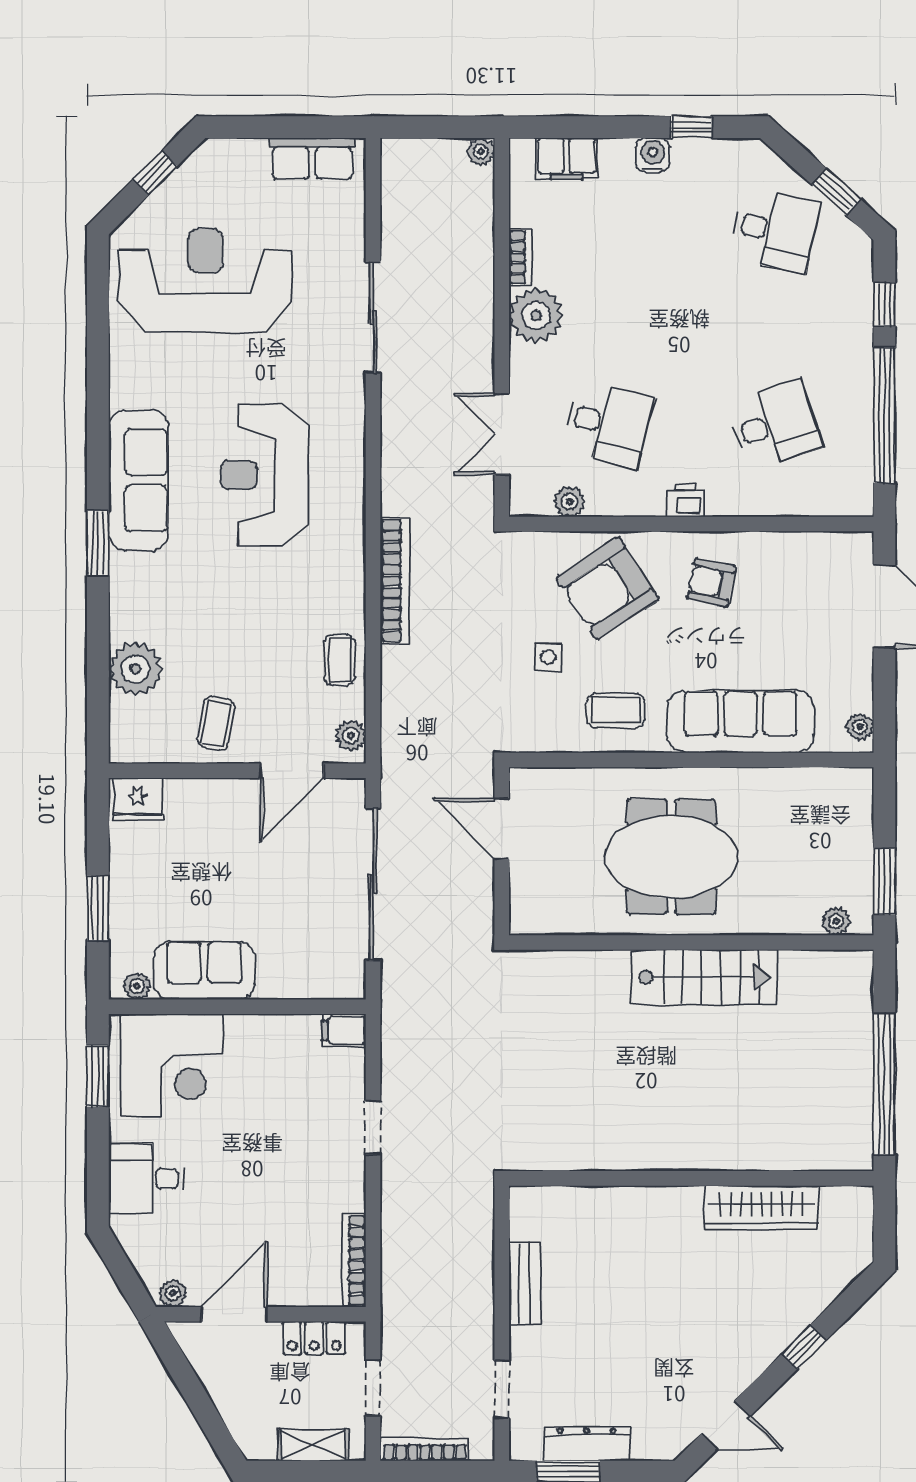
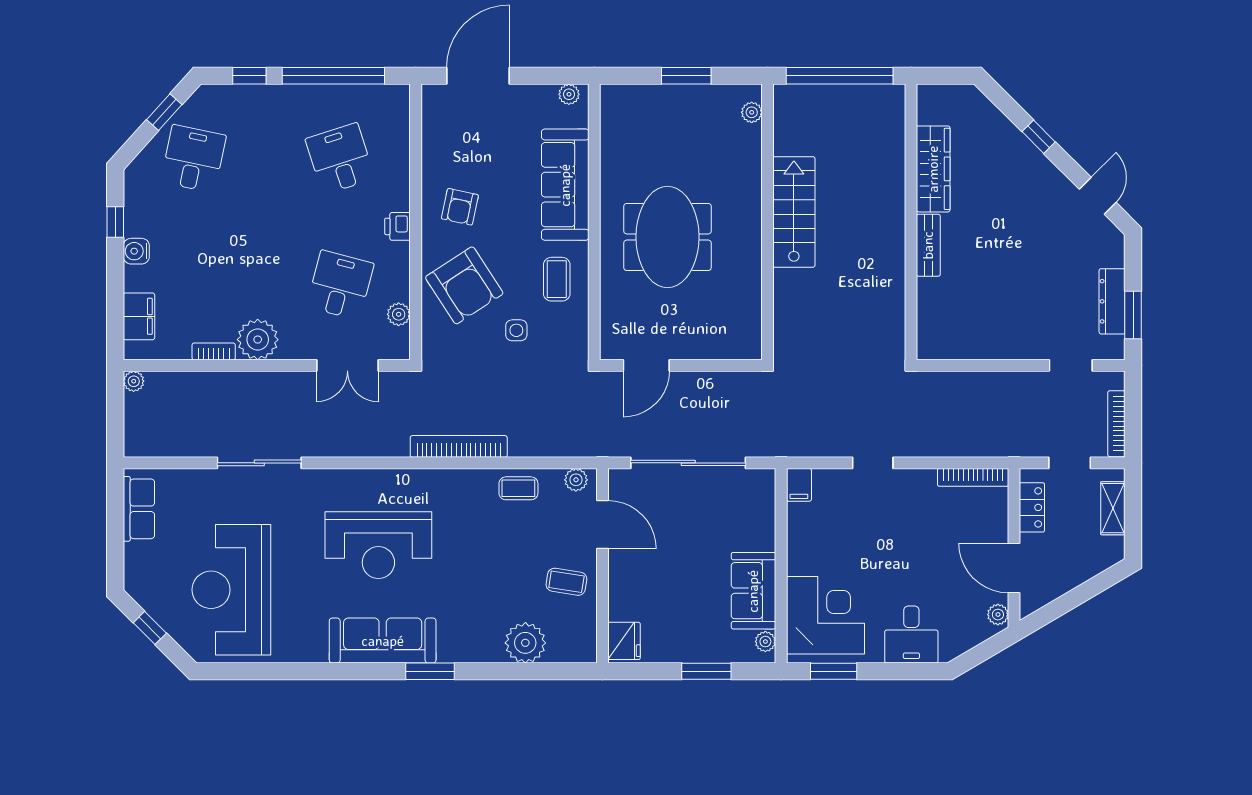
plant: (836, 921) -> (752, 112), moved
wall: (691, 942) -> (768, 222), moved
stairs: (705, 977) -> (794, 212), moved
bench: (525, 1283) -> (928, 245), moved, turned 90

